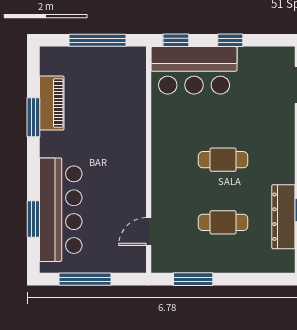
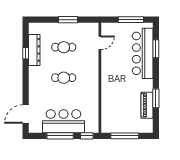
window: (230, 40) -> (60, 136), width x2.17
bar counter: (194, 70) -> (63, 121), moved
window: (193, 279) -> (68, 20), moved

